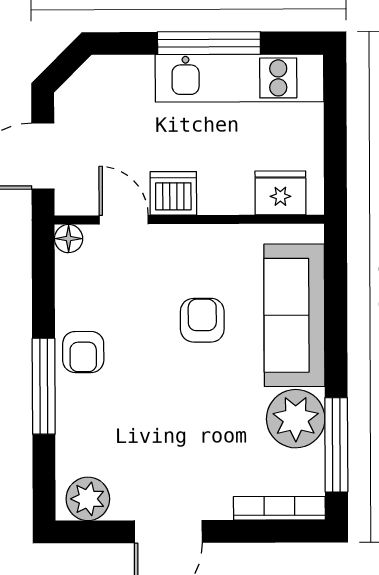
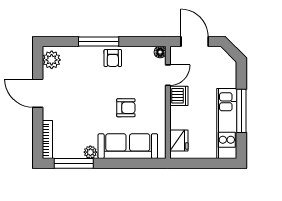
armchair: (83, 352) -> (113, 58), turned -90
plant: (296, 419) -> (90, 152), width x0.53, depth x0.53

